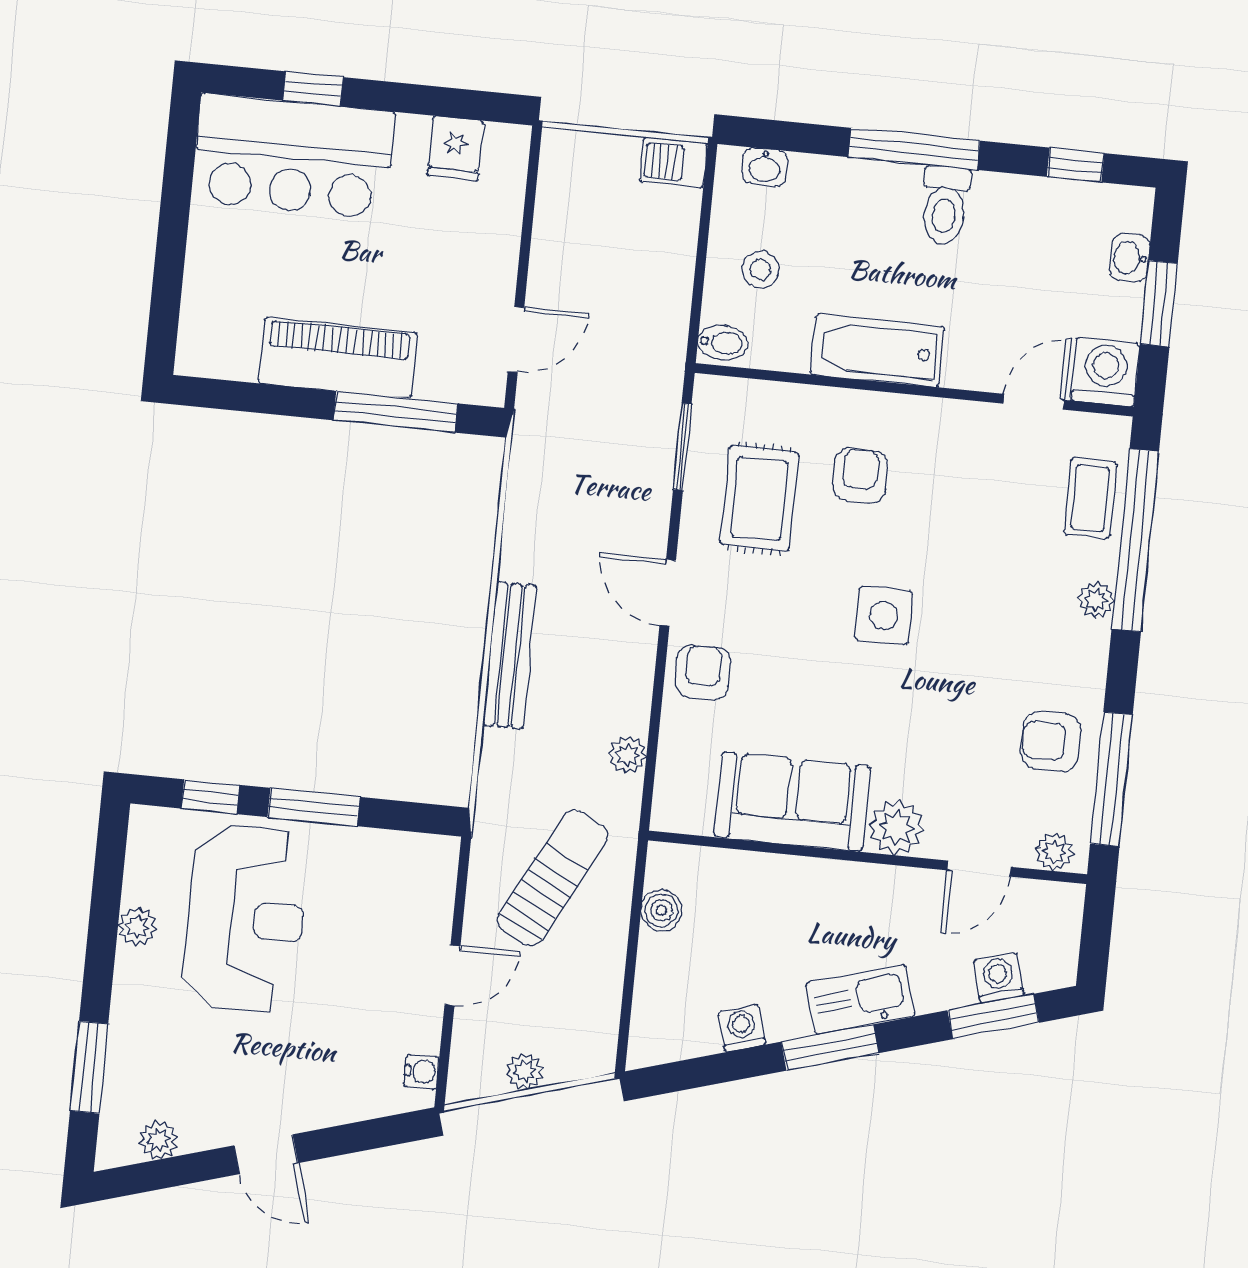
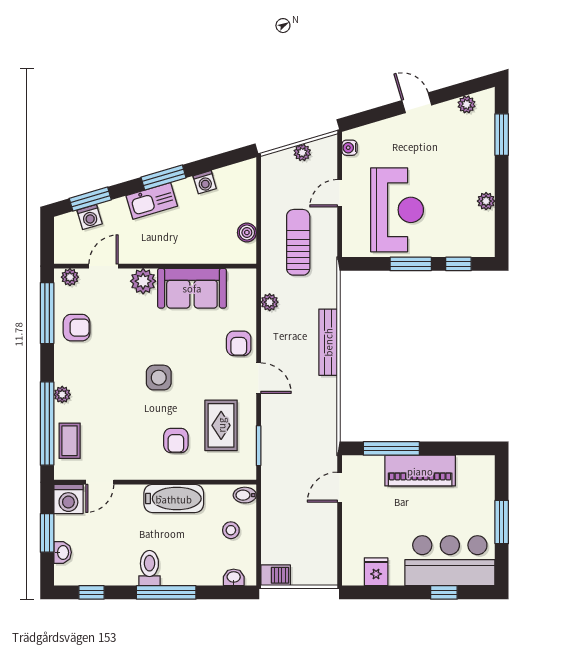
window: (173, 229) -> (502, 522), added
sun lounger: (553, 878) -> (298, 242), turned 152
reception desk: (245, 919) -> (397, 210), moved, turned 180

